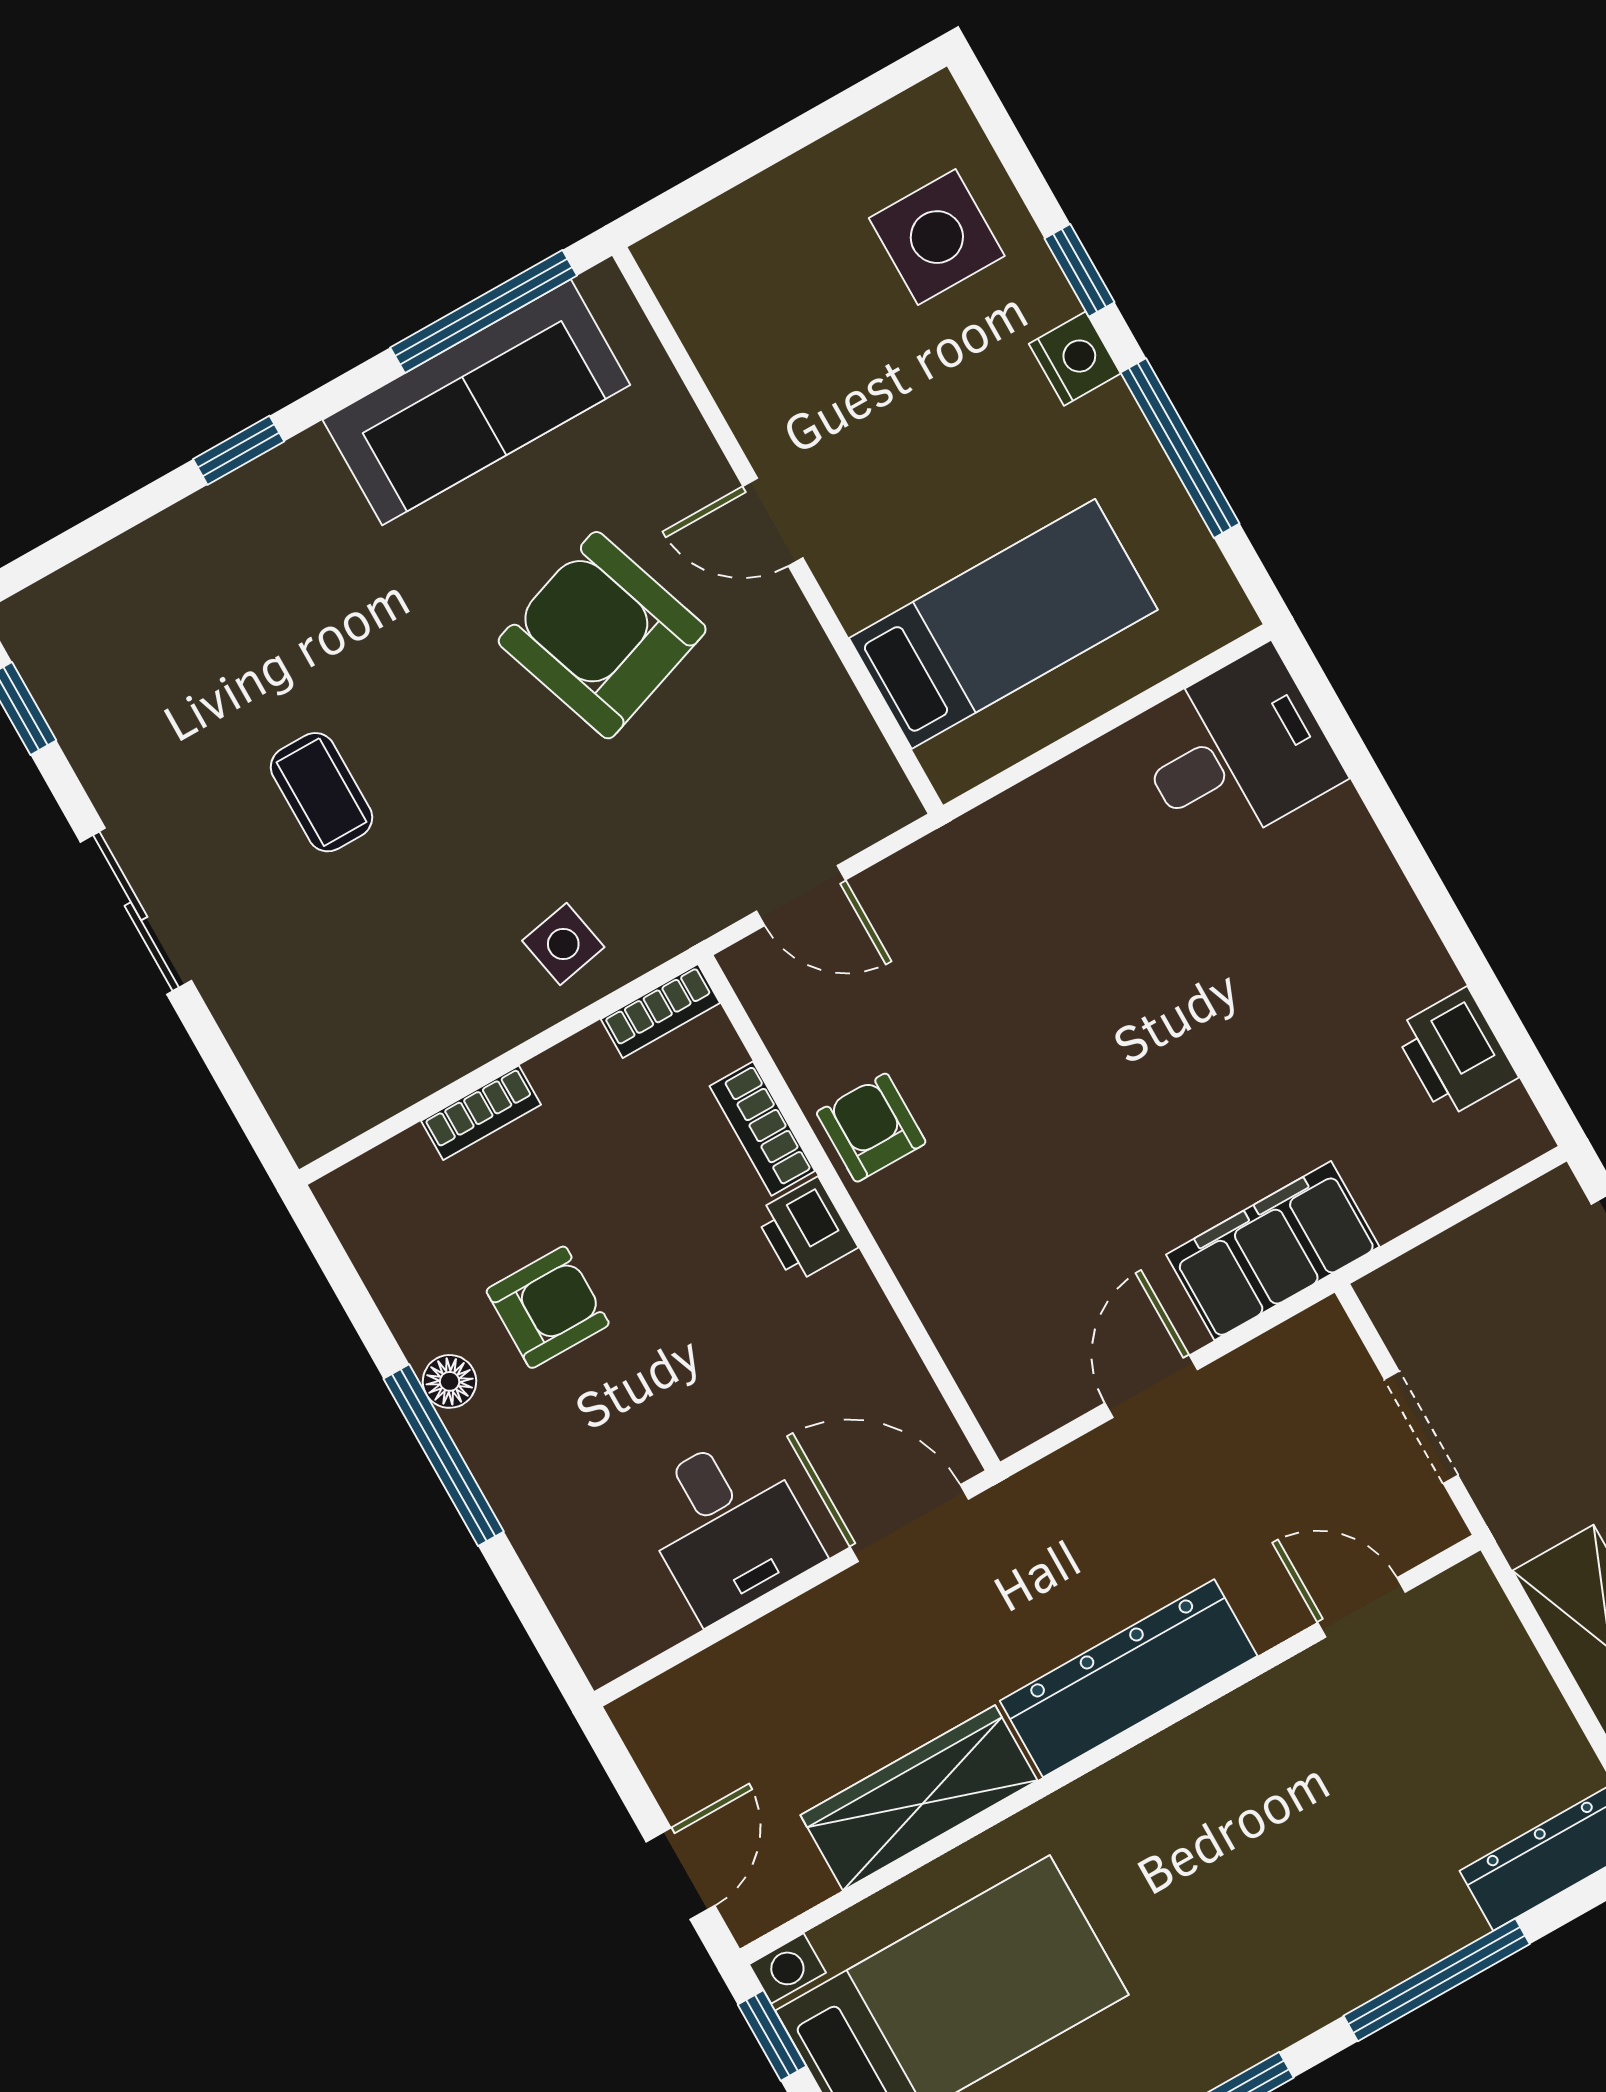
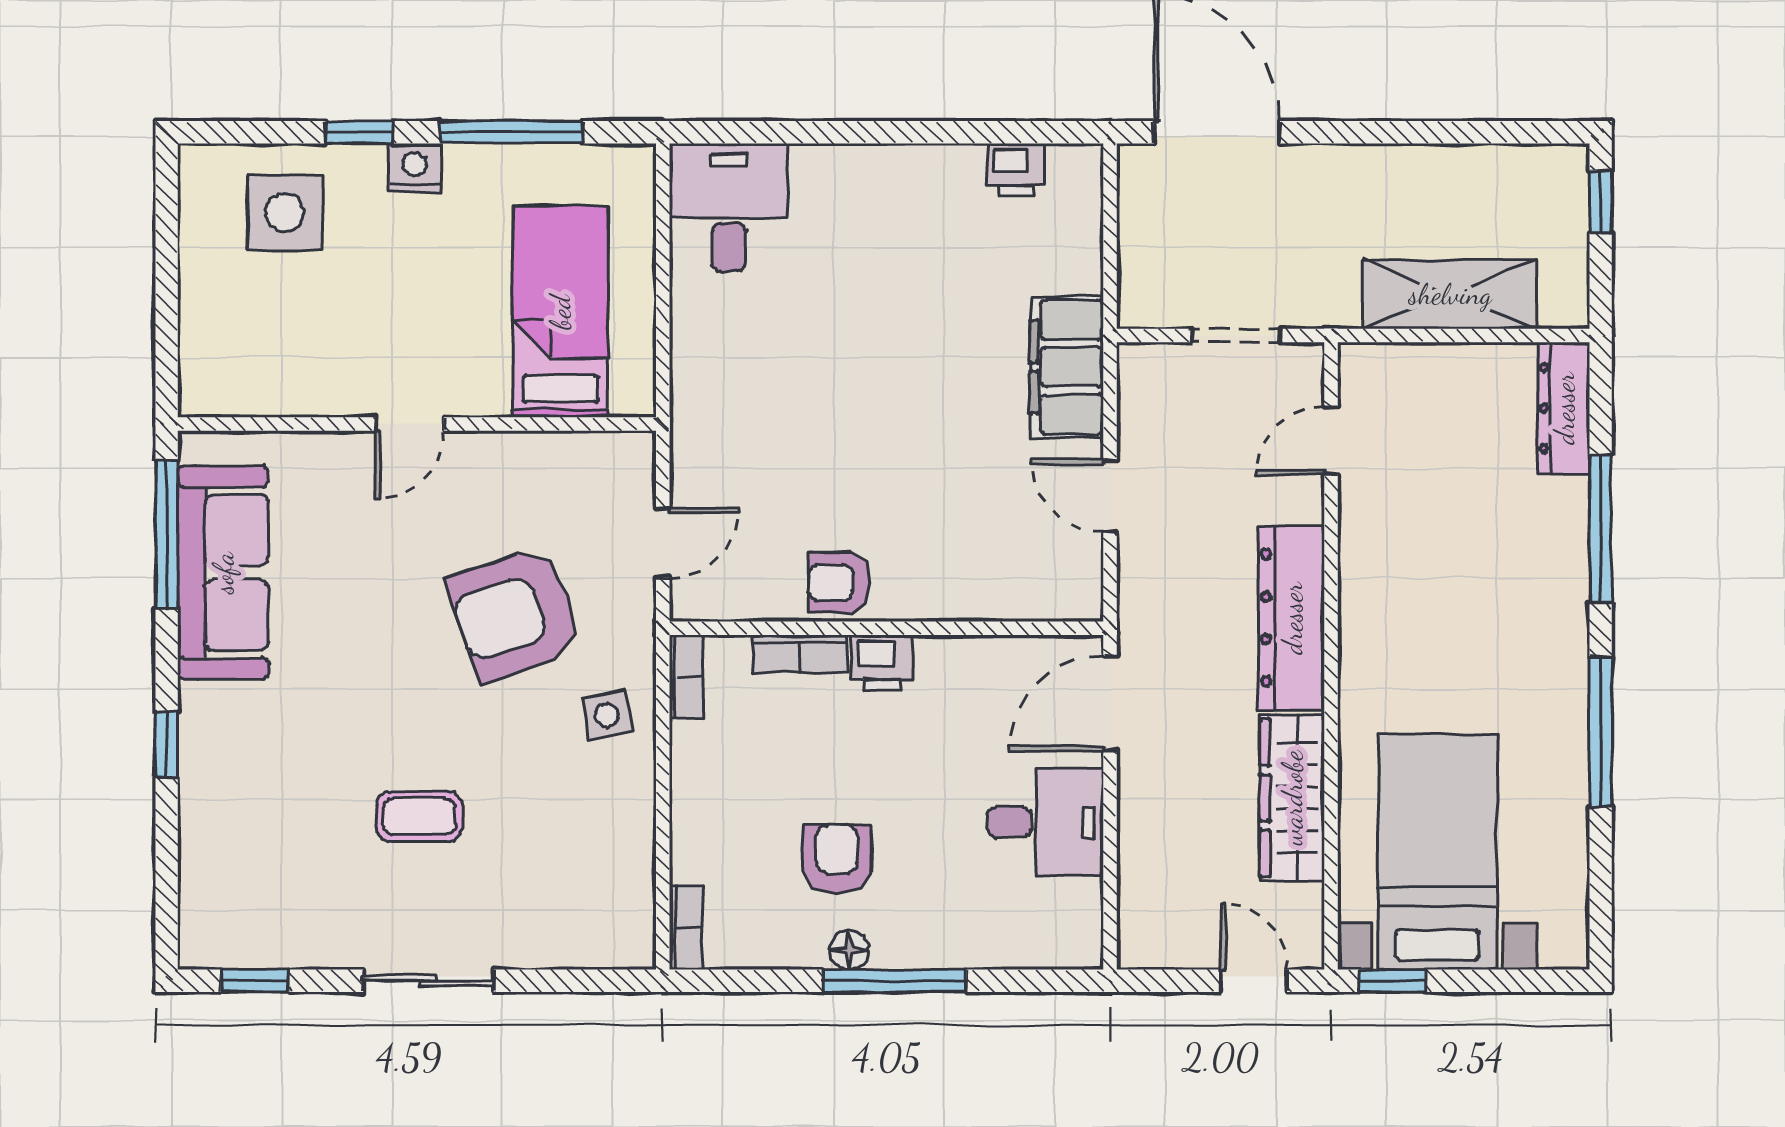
armchair: (602, 635) -> (515, 614), moved
printer: (1455, 1053) -> (1016, 169), width x0.73, depth x0.81
bookcase: (481, 1113) -> (686, 928), moved

